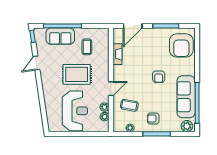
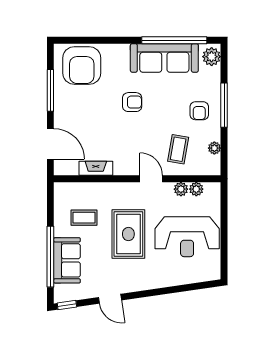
armchair: (181, 45) -> (82, 66), turned 90
reception desk: (75, 111) -> (187, 237), turned 180

